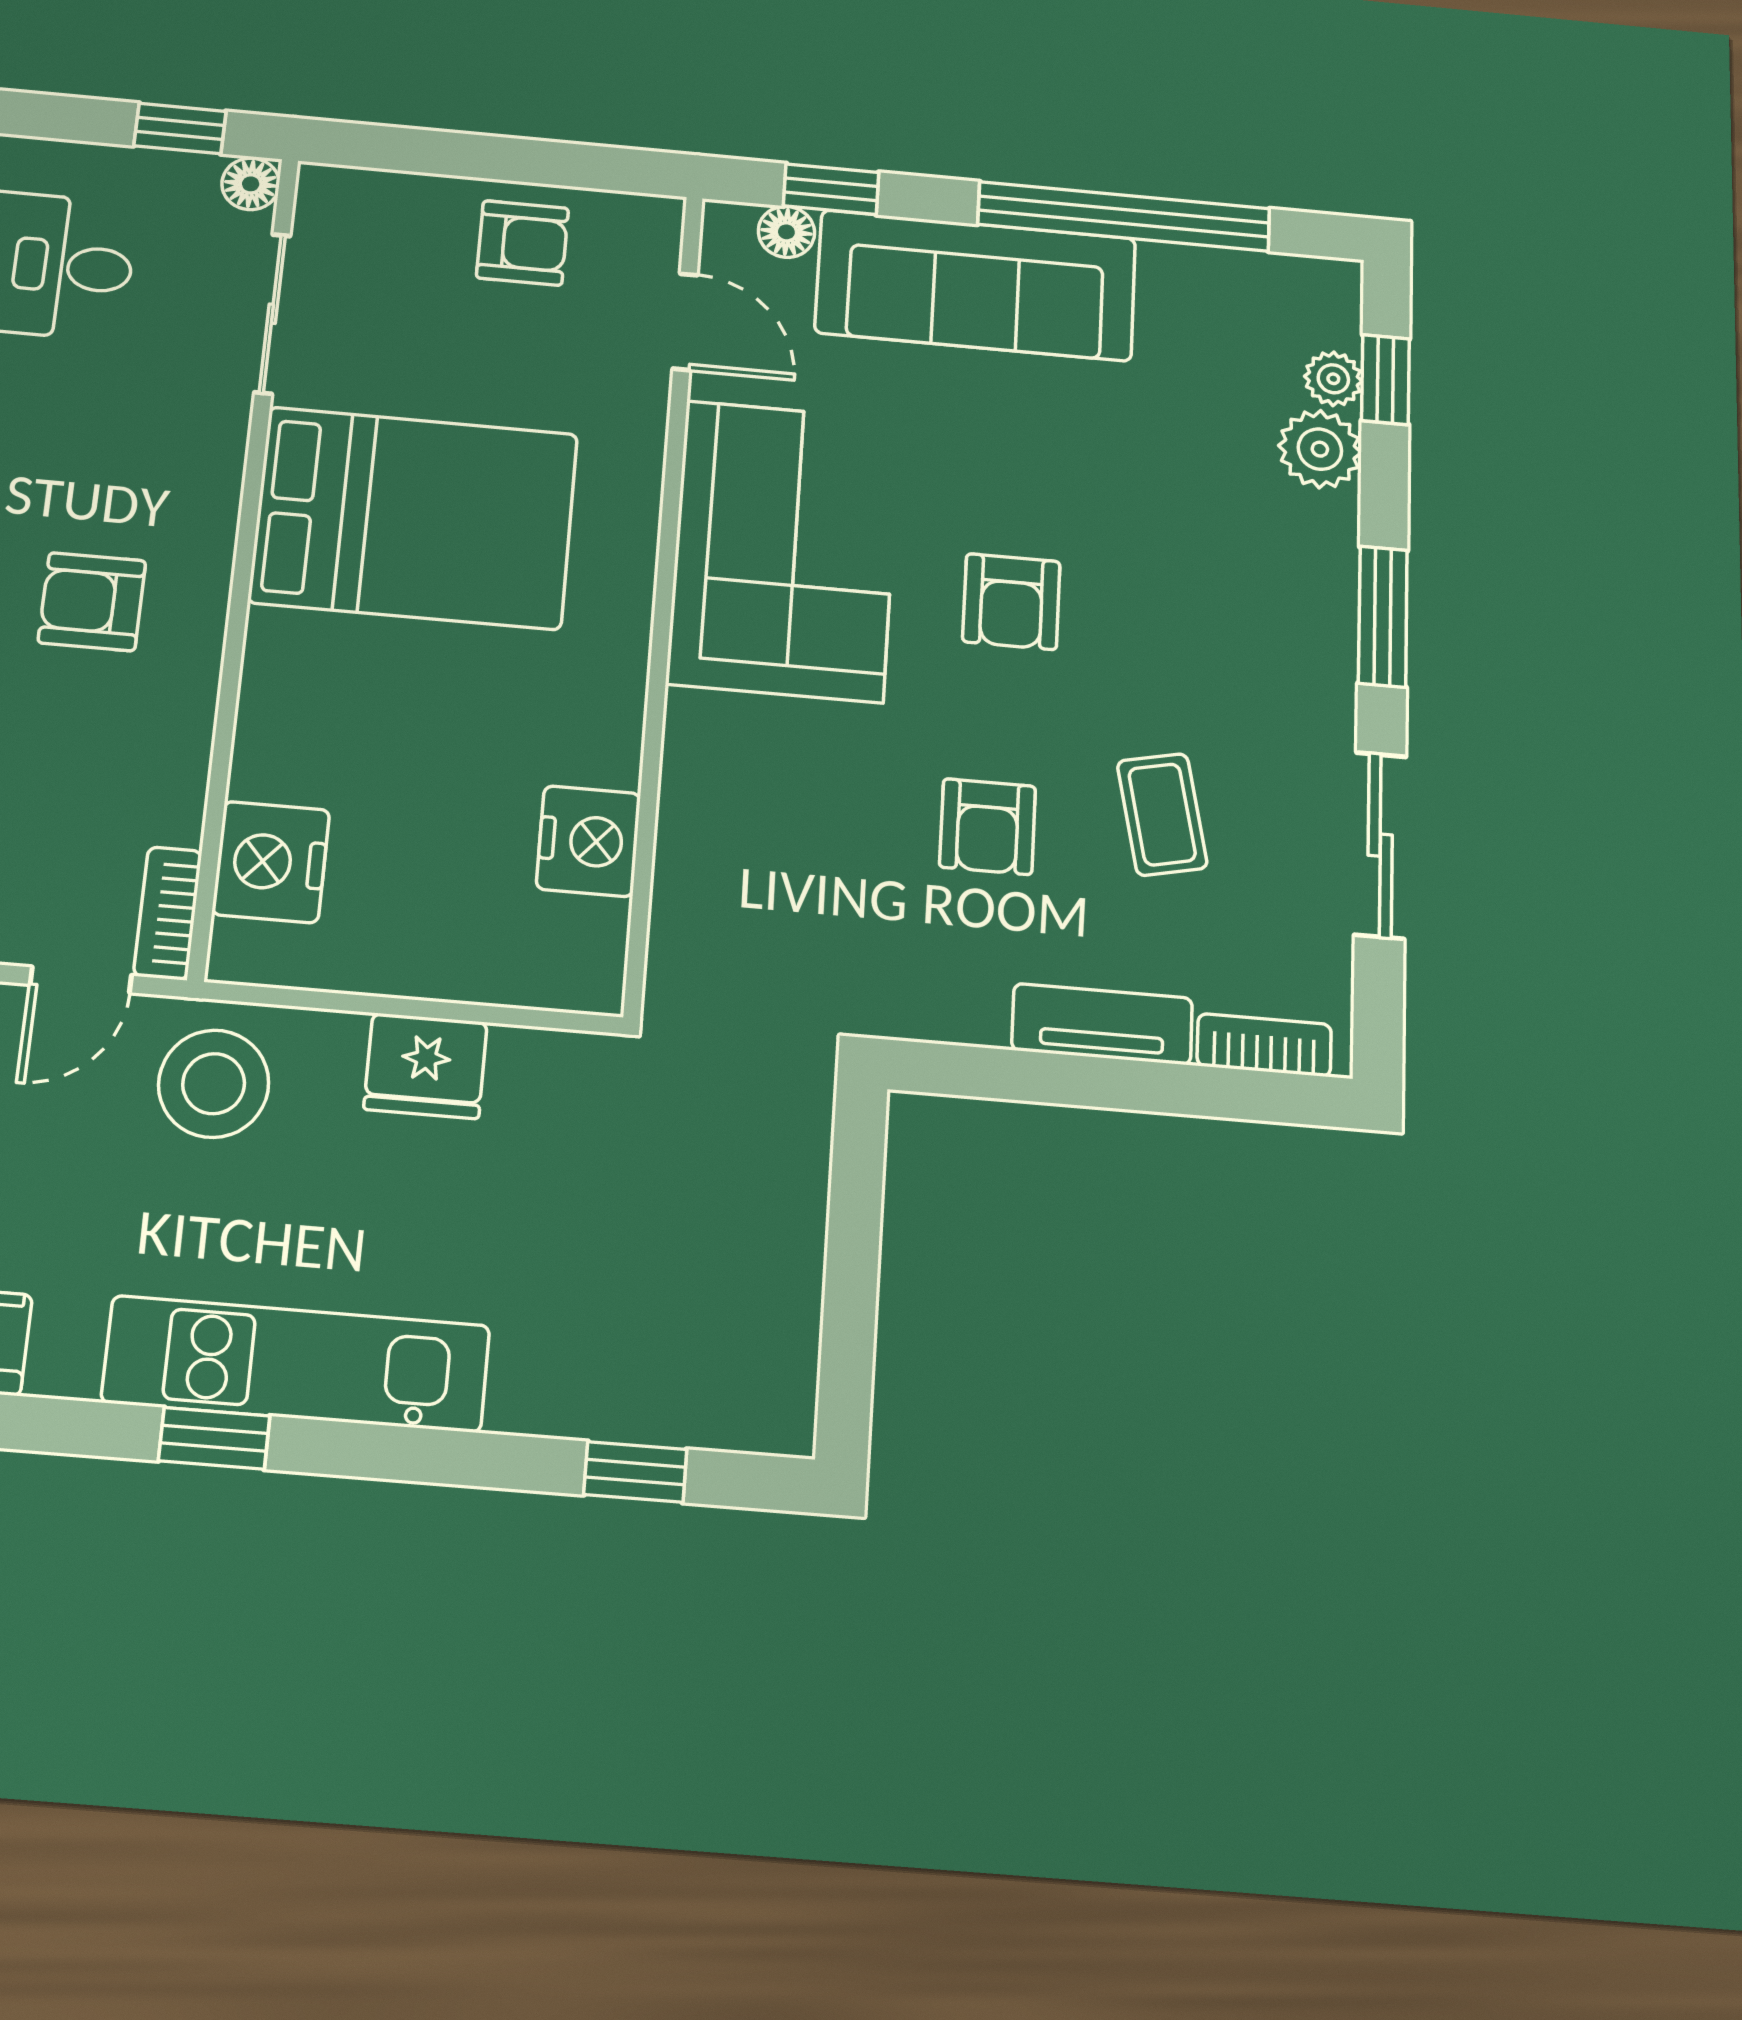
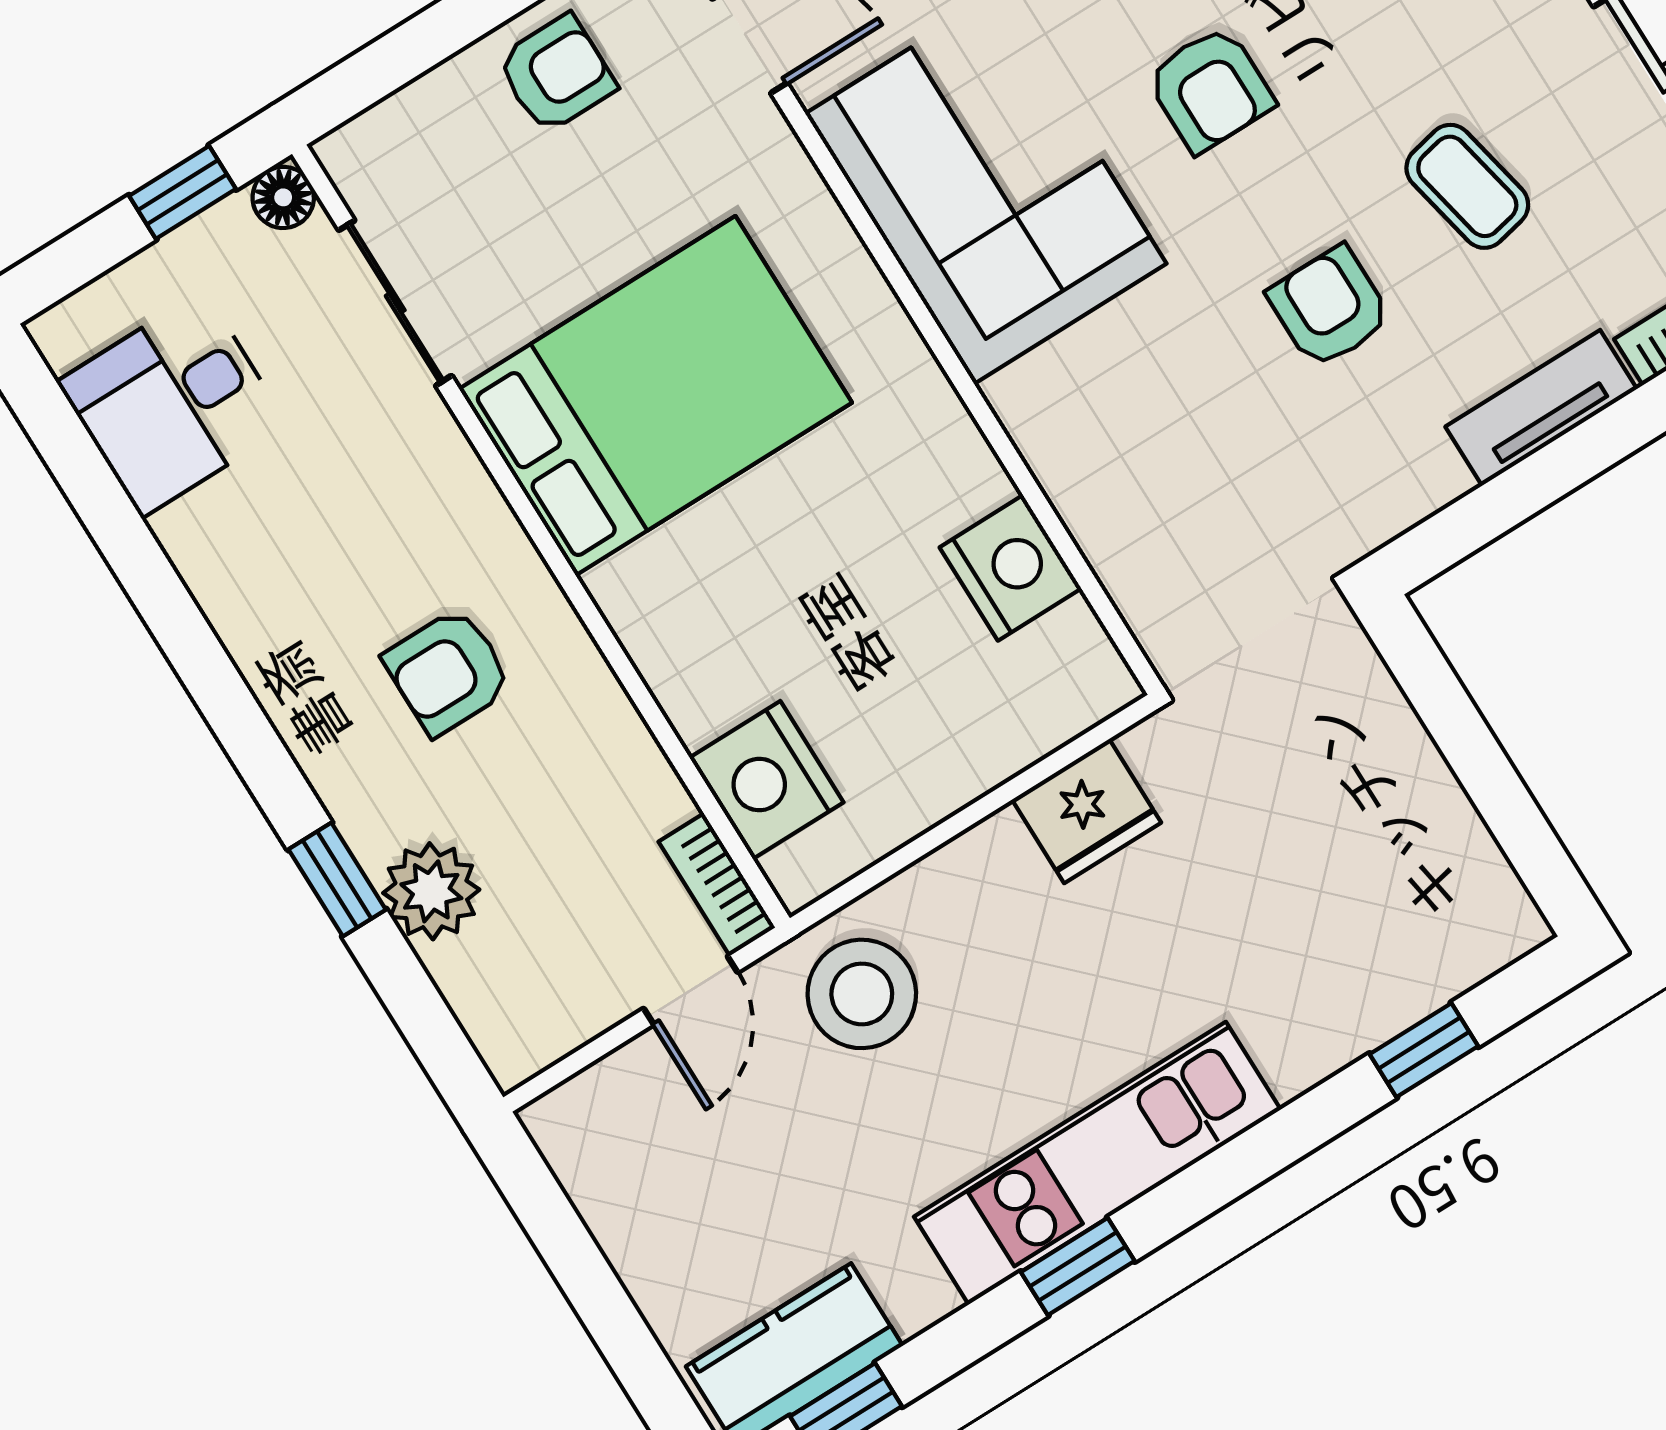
armchair: (988, 827) -> (1329, 307), turned 180
fridge: (426, 1066) -> (1087, 811), moved

